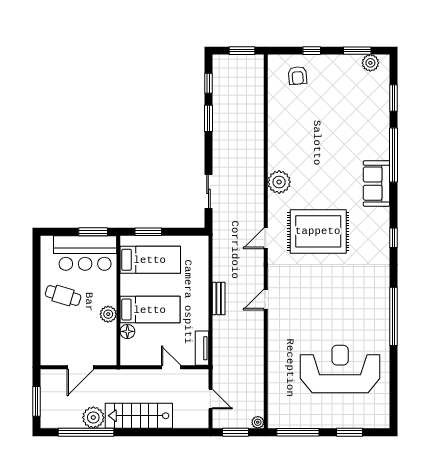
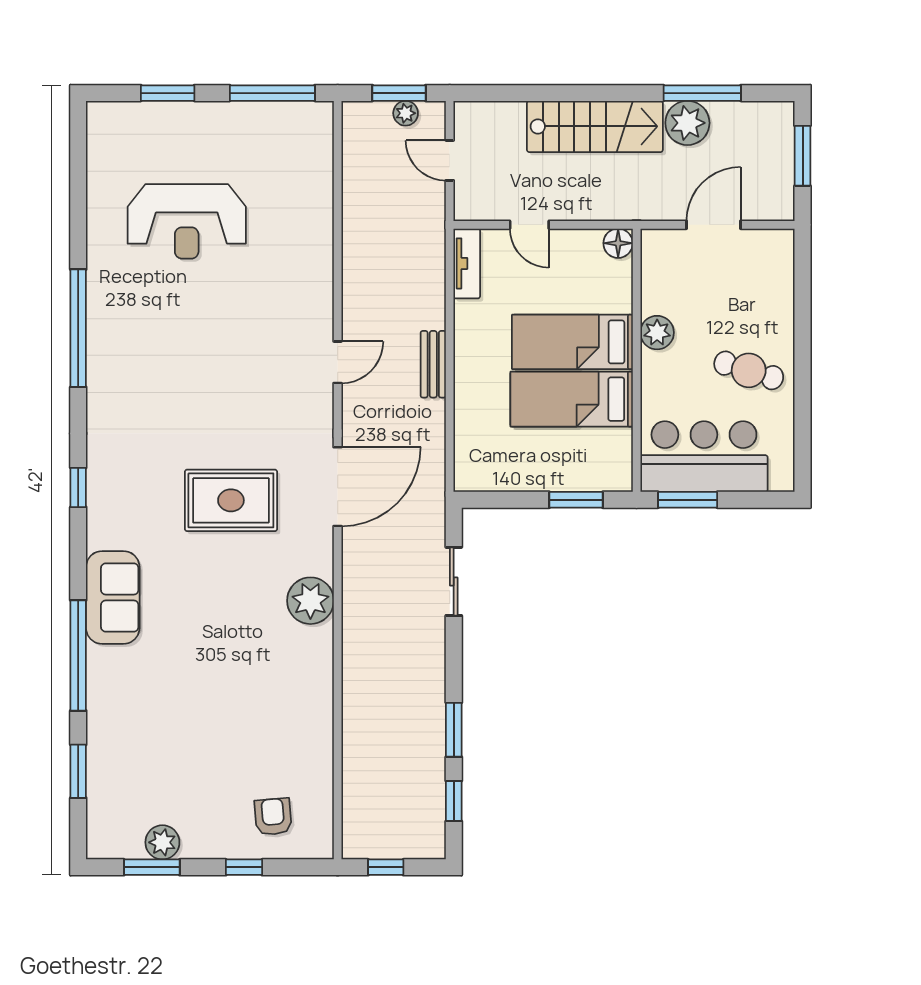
window: (242, 51) -> (386, 867), width x0.67
plant: (370, 63) -> (162, 842), moved
rug: (318, 231) -> (231, 500), width x0.73, depth x0.69
door: (266, 238) -> (338, 487), width x1.87
bed: (150, 260) -> (572, 399), moved
floor lamp: (127, 331) -> (618, 243), moved
reception desk: (340, 369) -> (187, 221), width x0.74, depth x0.77
plant: (258, 422) -> (406, 113), moved
window: (86, 432) -> (702, 93), width x0.68

